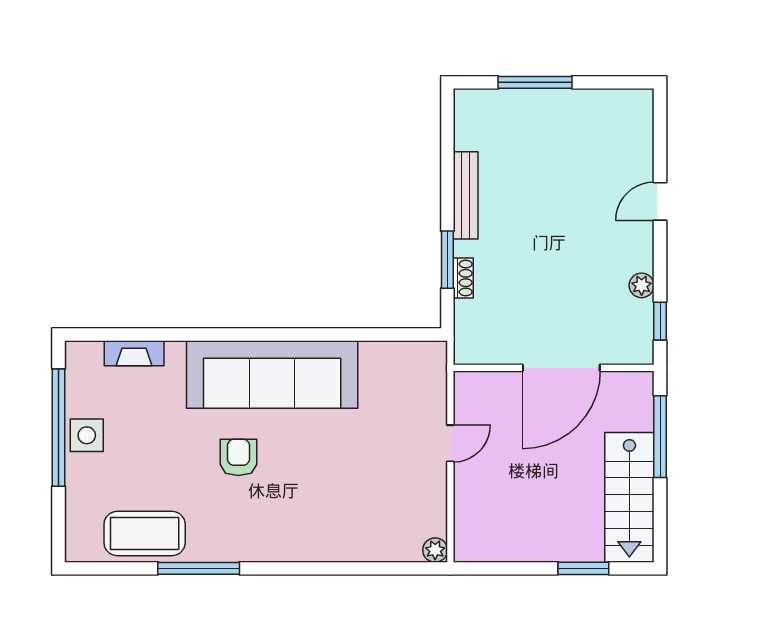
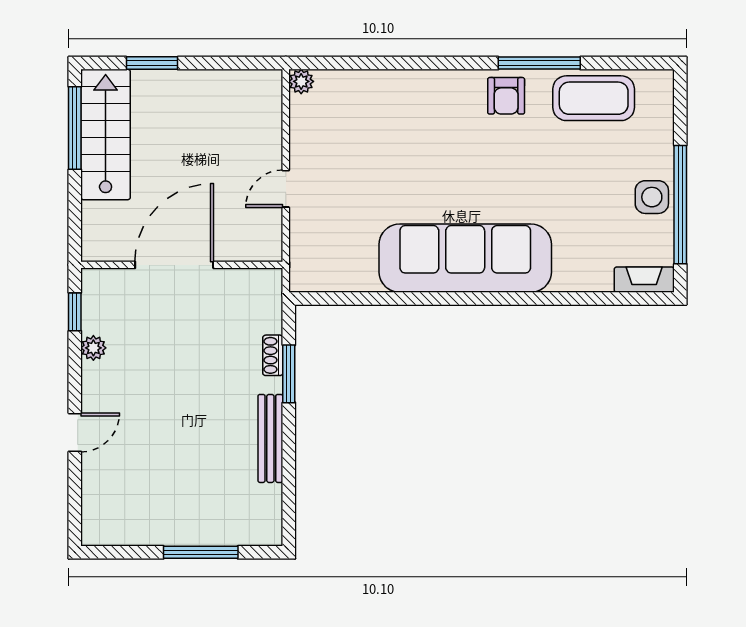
fireplace: (134, 353) -> (644, 280), moved
window: (660, 437) -> (75, 128), moved
armchair: (238, 457) -> (506, 96), moved

